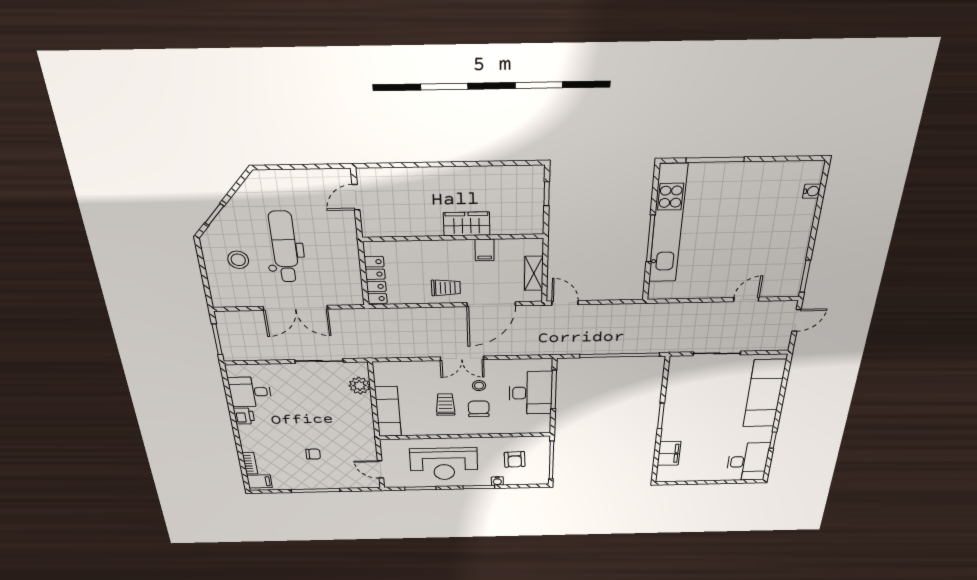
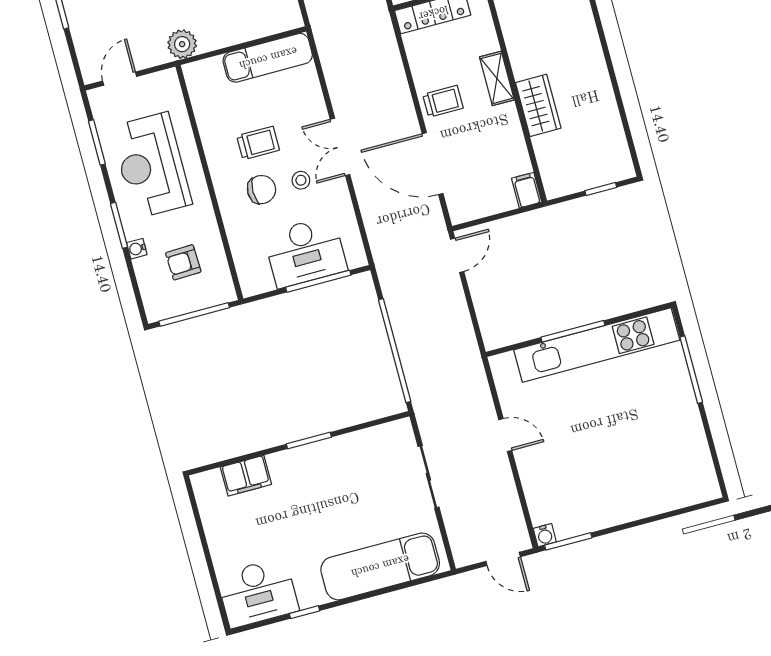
water cooler: (812, 191) -> (545, 535), moved
filing cabinet: (485, 250) -> (527, 190), moved, turned 90
shelving: (534, 273) -> (497, 78), moved, turned 90
trolley: (446, 288) -> (443, 101), turned -90
door: (746, 299) -> (505, 435), moved
plant: (360, 386) -> (182, 44), moved
exam couch: (388, 412) -> (268, 58), moved

